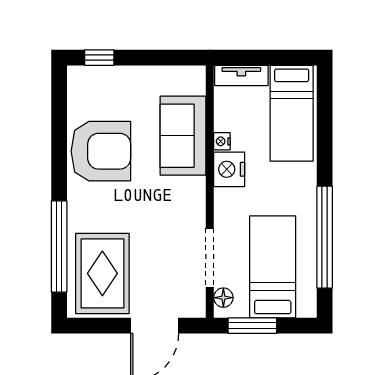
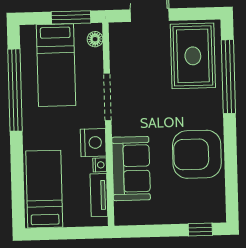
tv unit: (241, 75) -> (99, 195), moved, turned -90
doorway: (210, 258) -> (108, 97), moved

